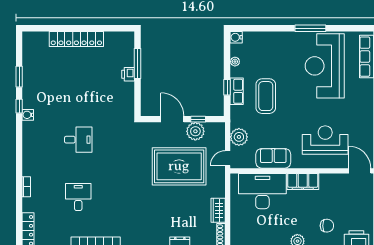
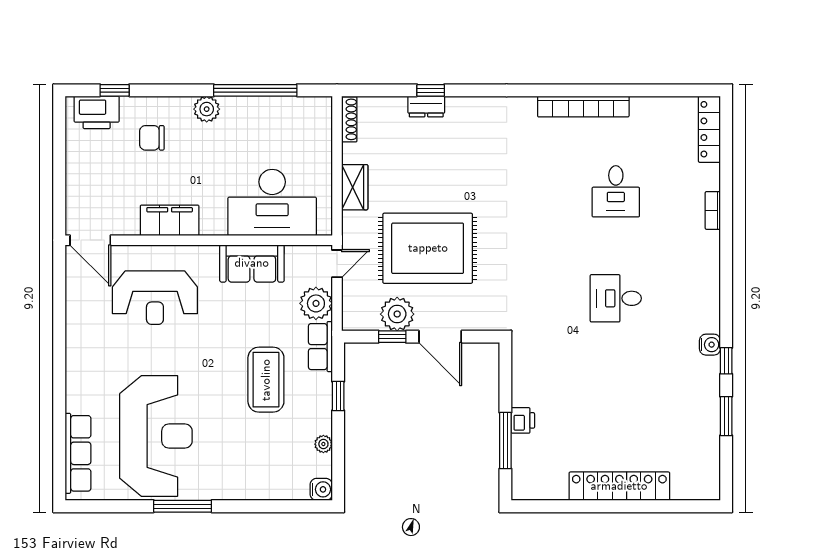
row of seats: (237, 91) -> (320, 347), moved
filing cabinet: (303, 181) -> (170, 220), moved
wardrobe: (218, 210) -> (355, 187), moved

